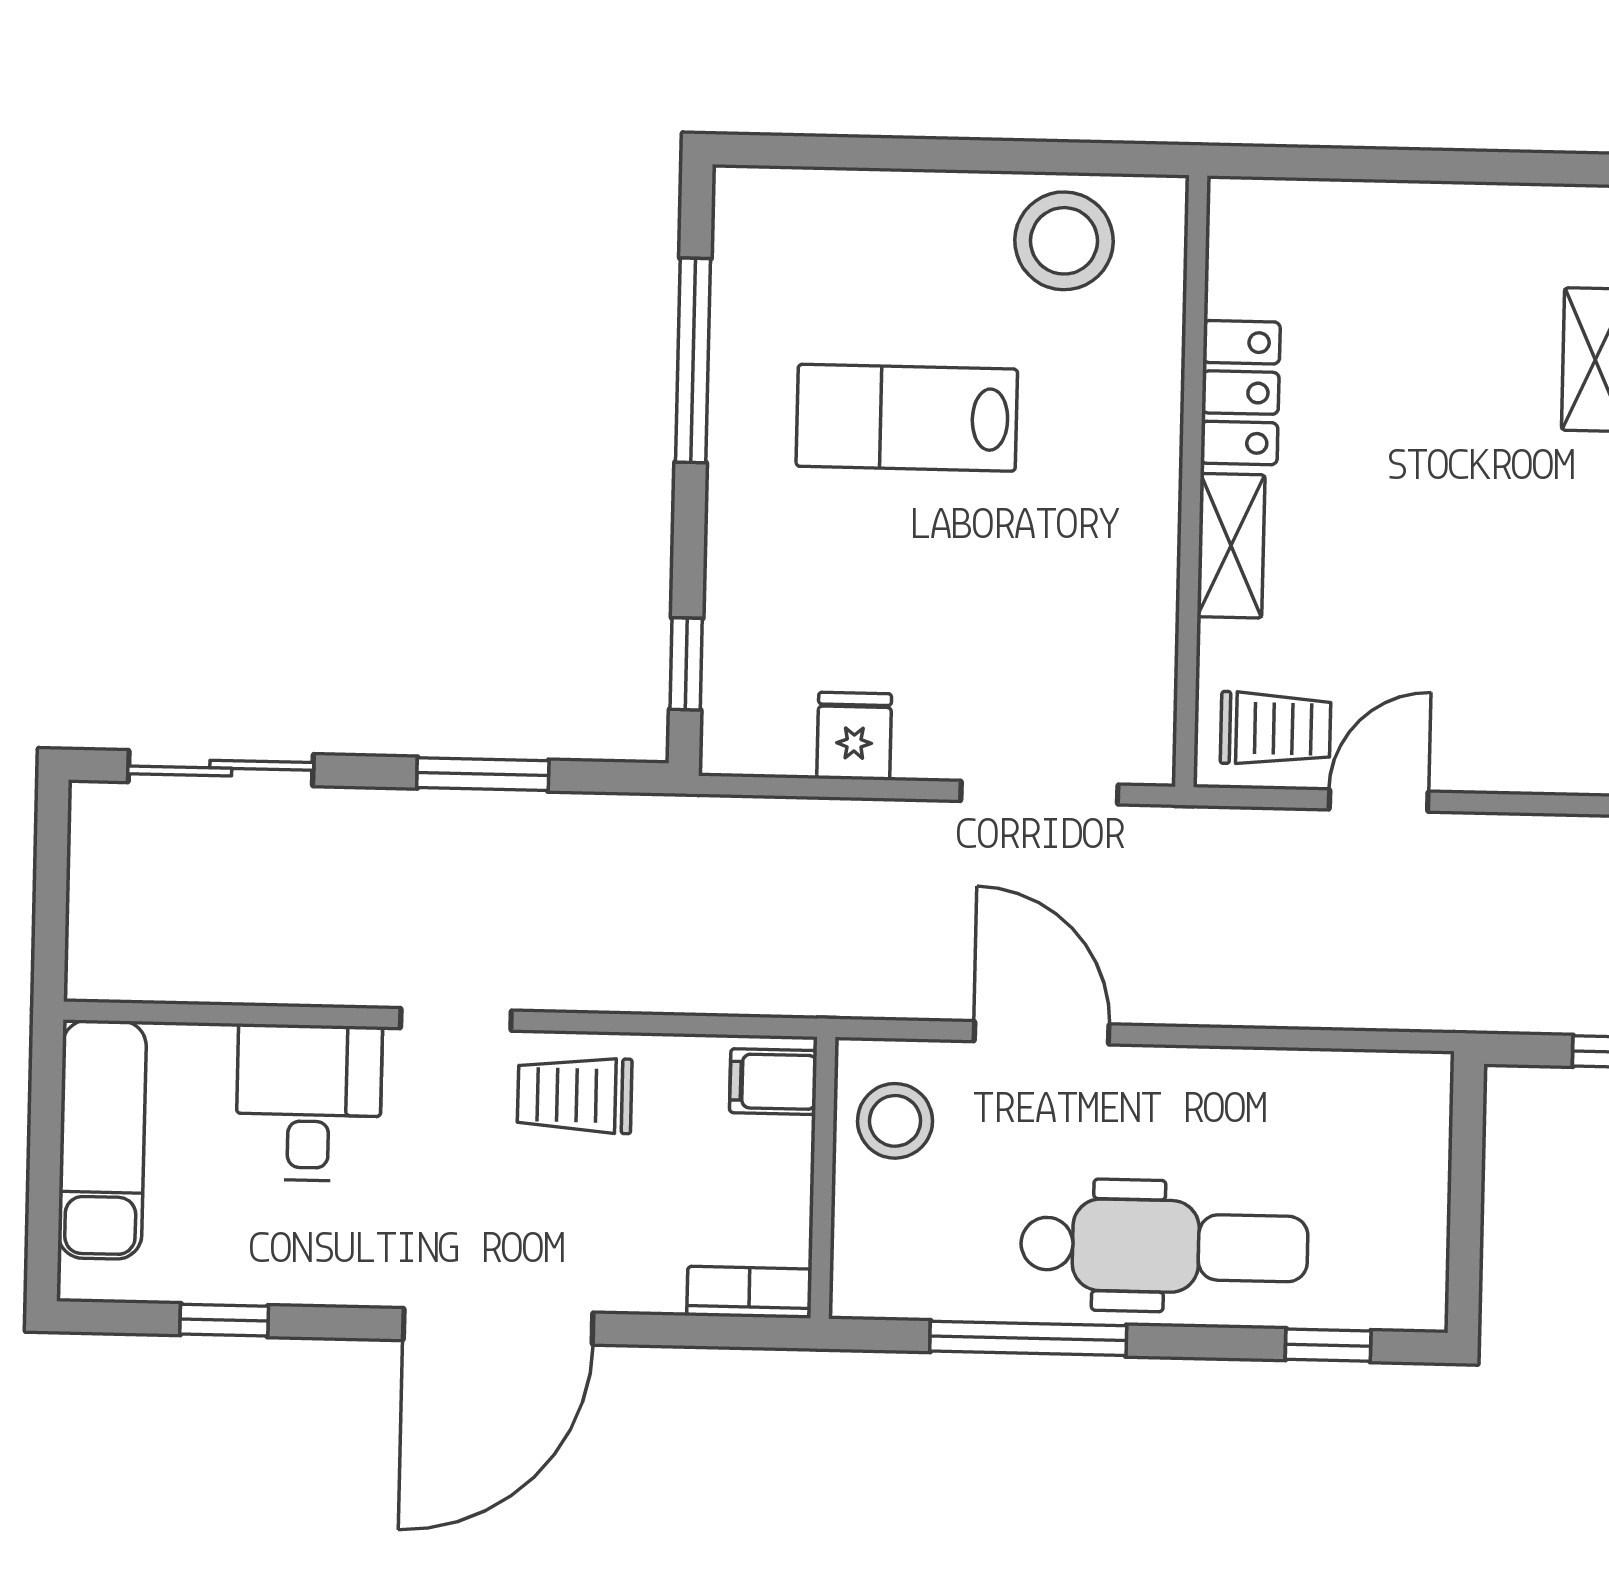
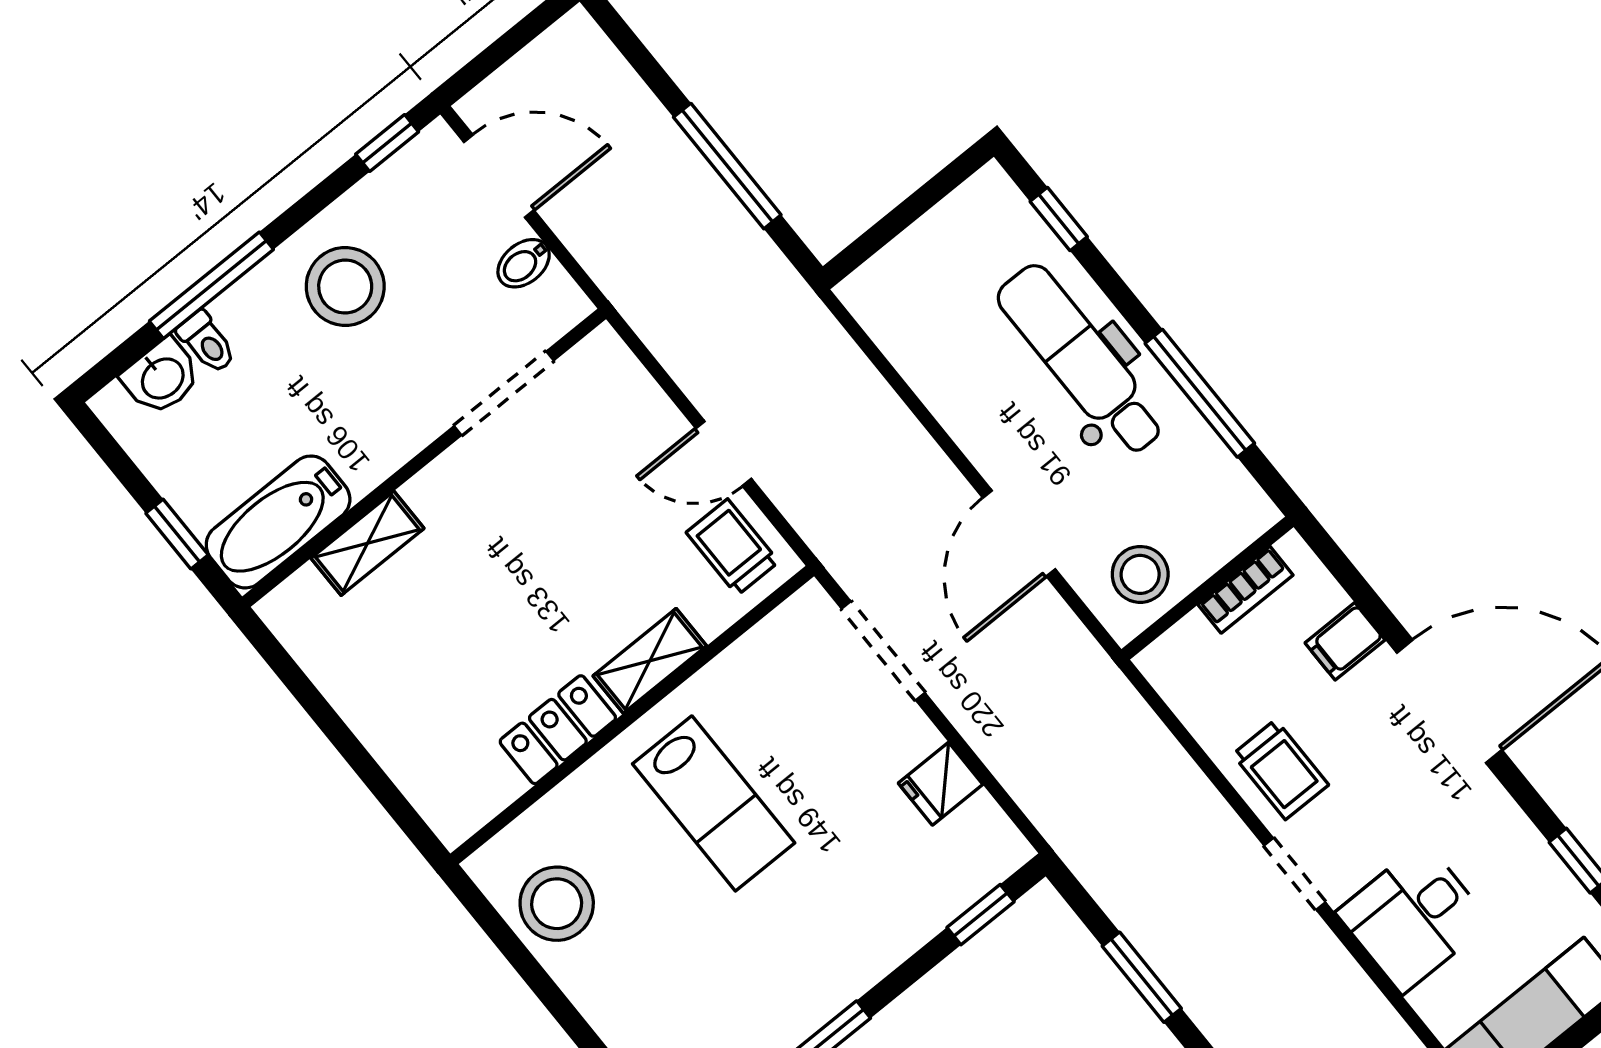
lab bench: (907, 418) -> (714, 803), moved
filing cabinet: (773, 1082) -> (1345, 641), moved, turned 90
bookcase: (749, 1292) -> (1245, 590), moved, turned -90

